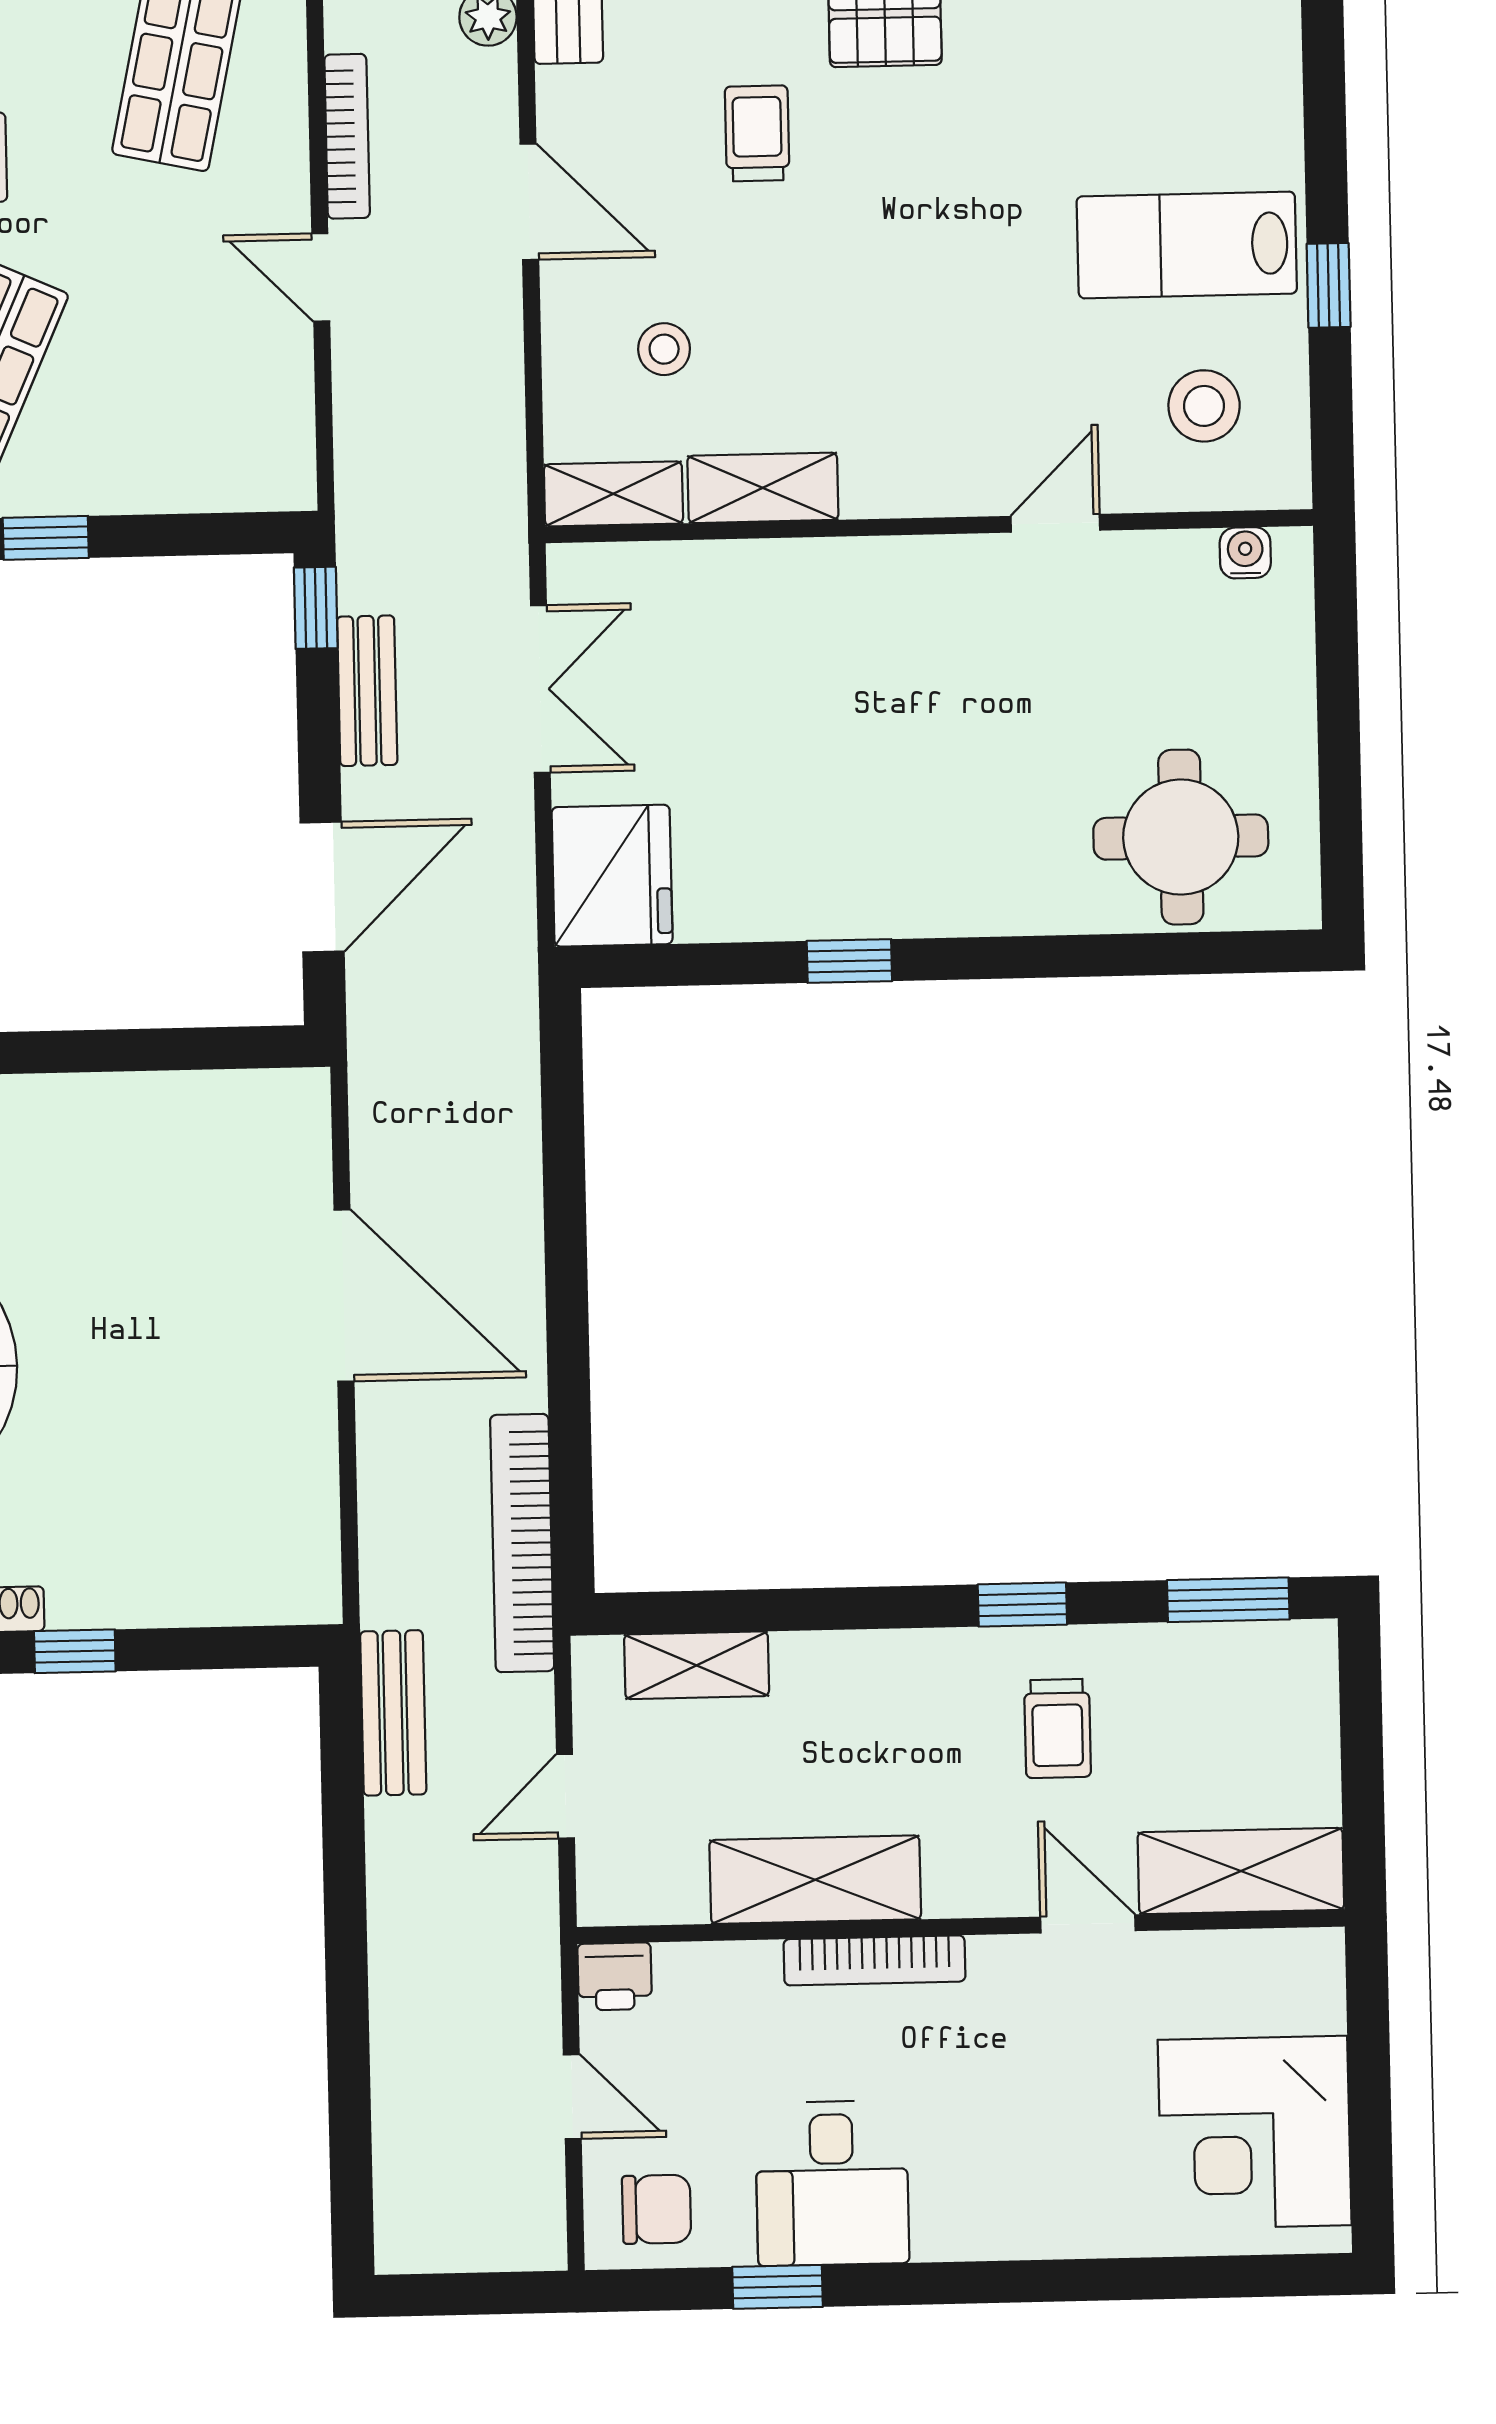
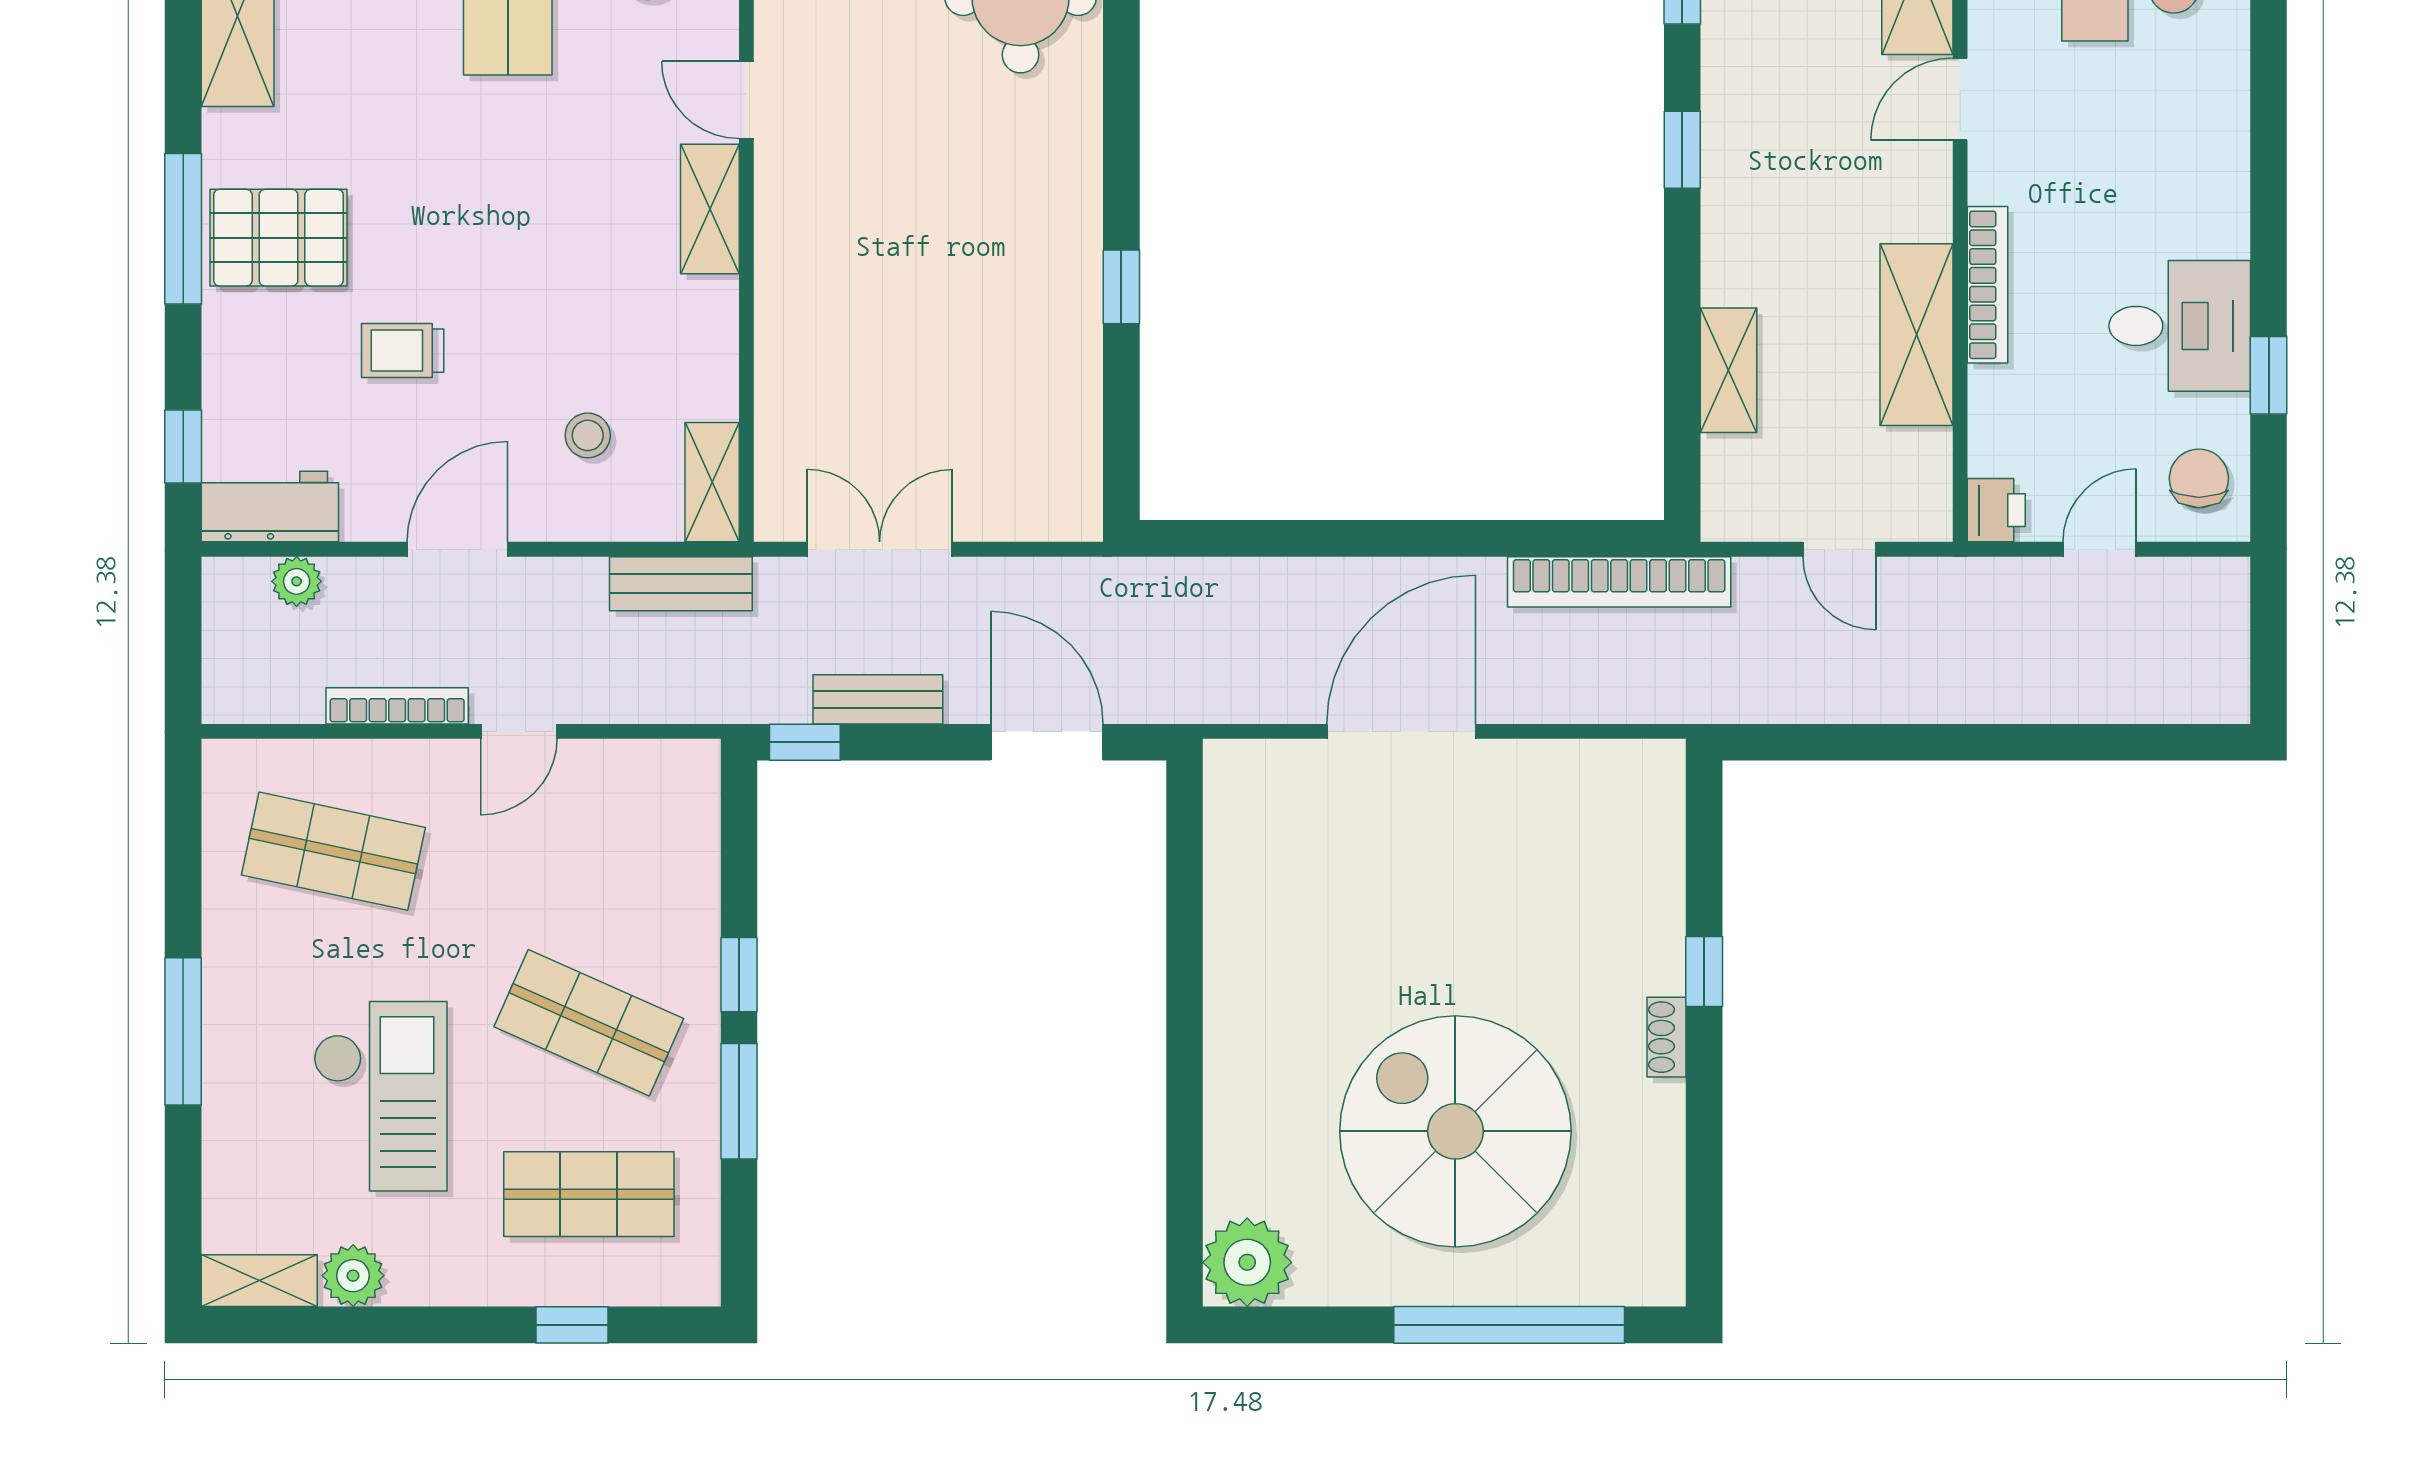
shelving: (763, 488) -> (710, 209), moved
fridge: (612, 876) -> (1043, 491), removed
shelving: (697, 1665) -> (1728, 370), moved
bench: (393, 1713) -> (681, 584), moved
trolley: (1058, 1728) -> (1790, 122), removed

